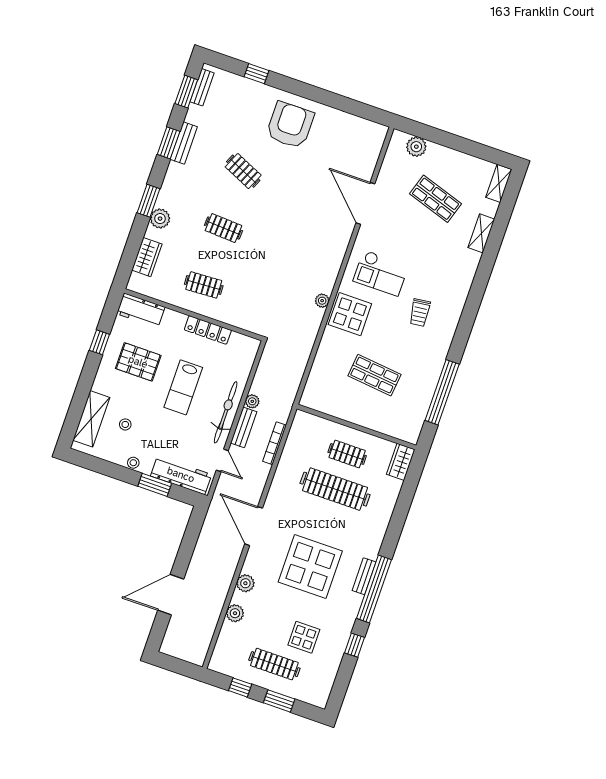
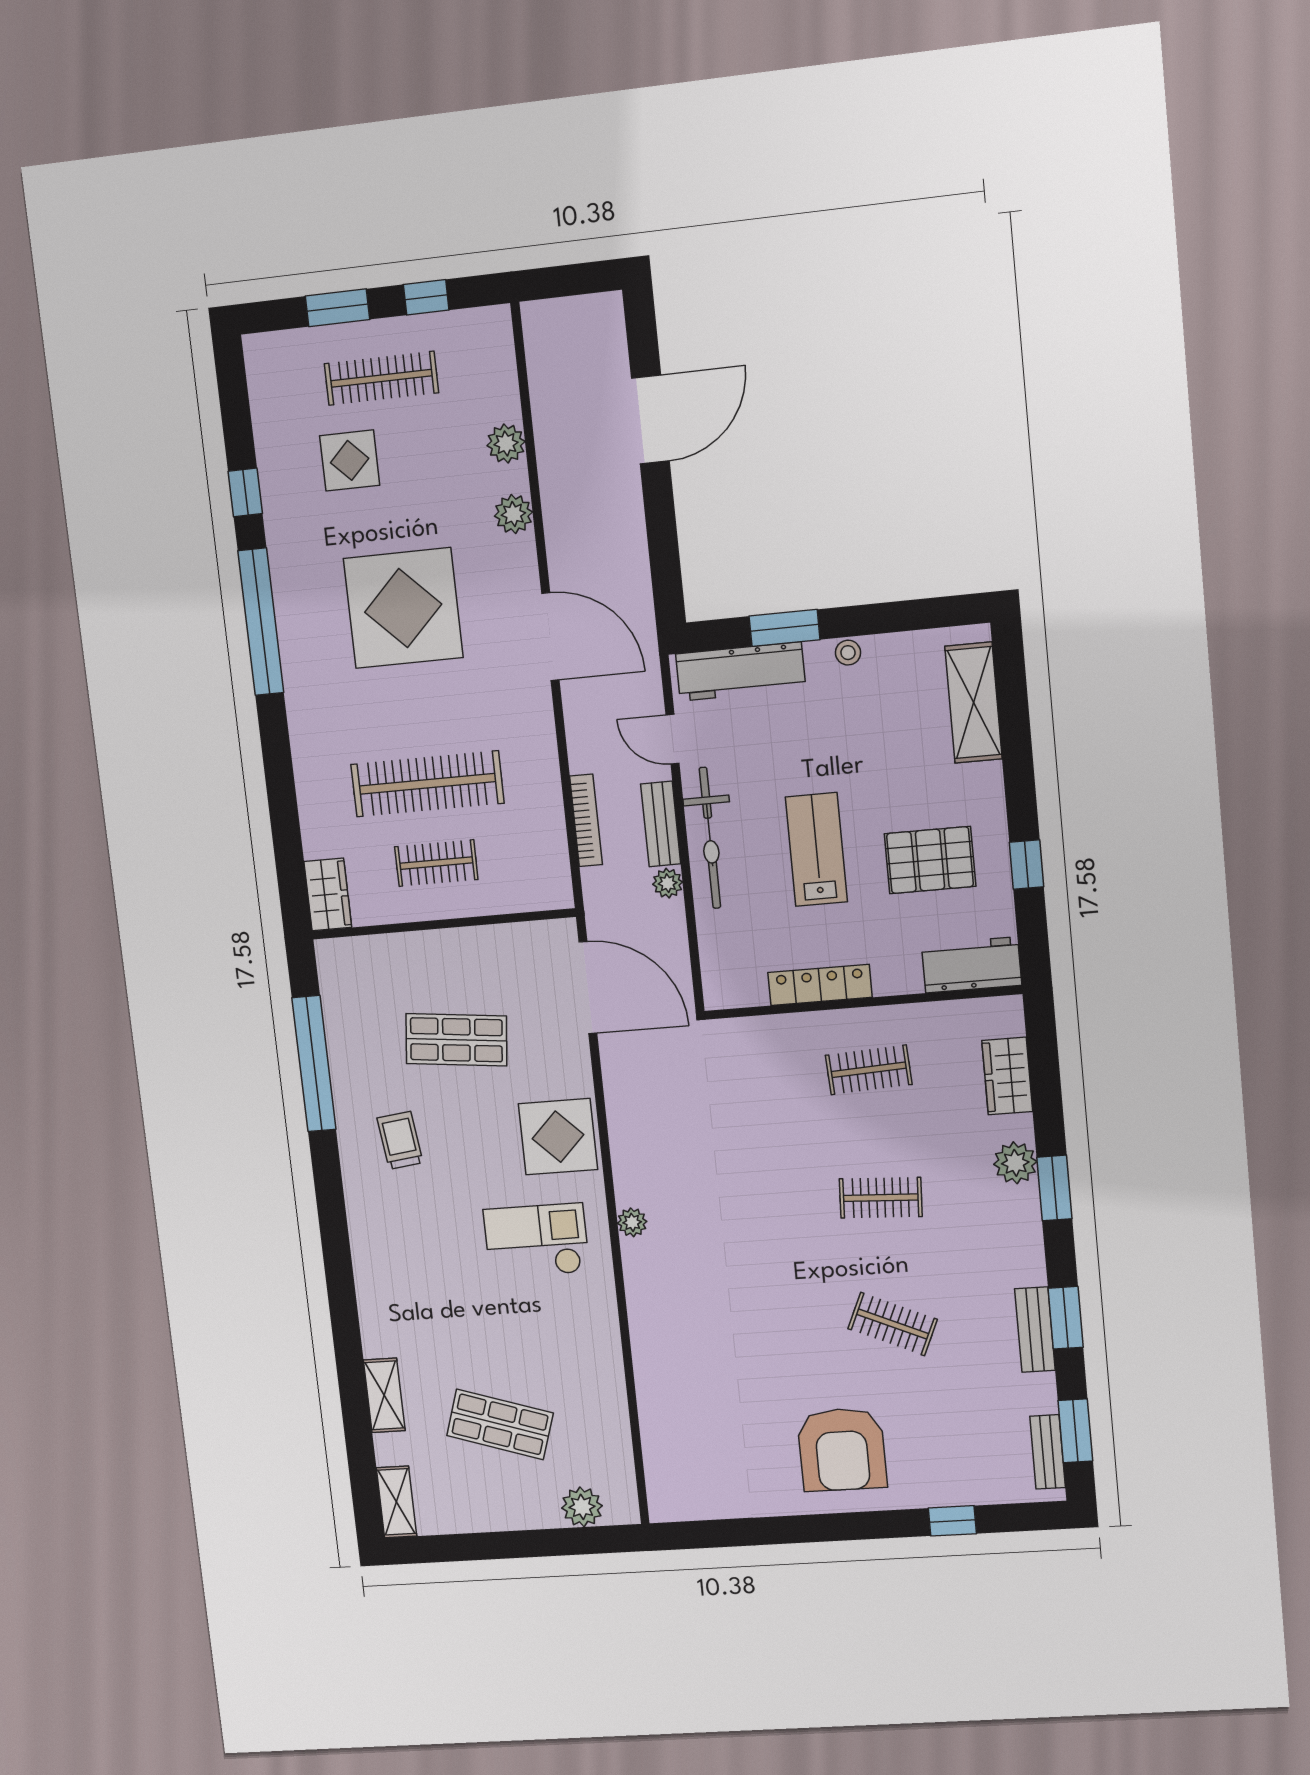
door: (365, 203) -> (588, 988), moved
plant: (322, 301) -> (632, 1222), moved
trolley: (420, 313) -> (400, 1140), moved
stool: (125, 424) -> (899, 723), removed
bench: (364, 576) -> (291, 638), removed

